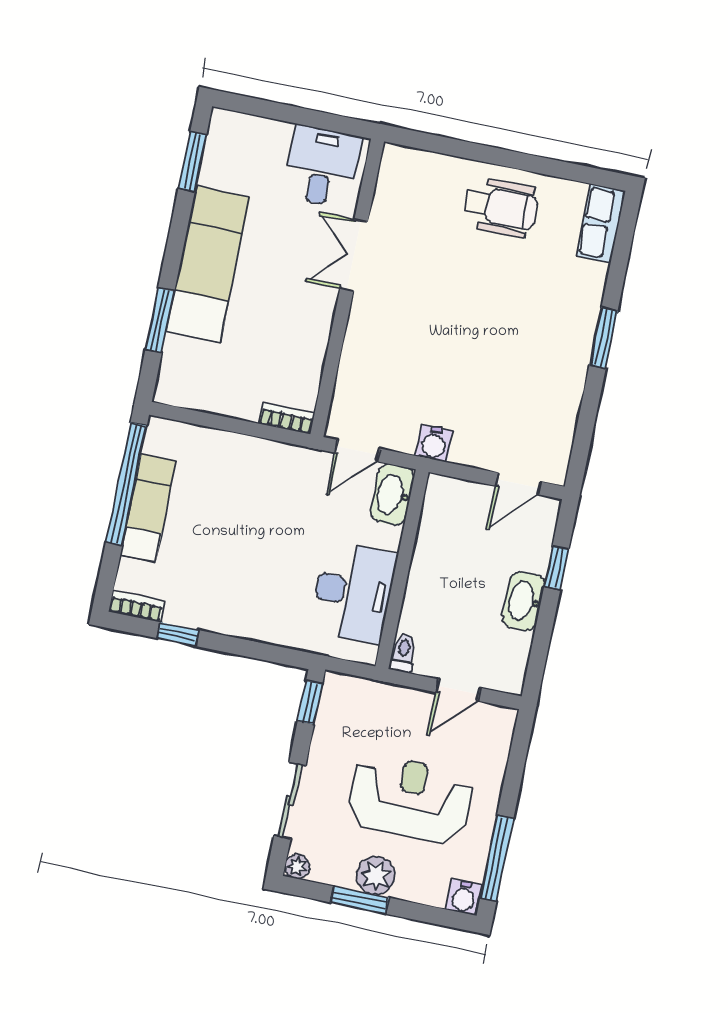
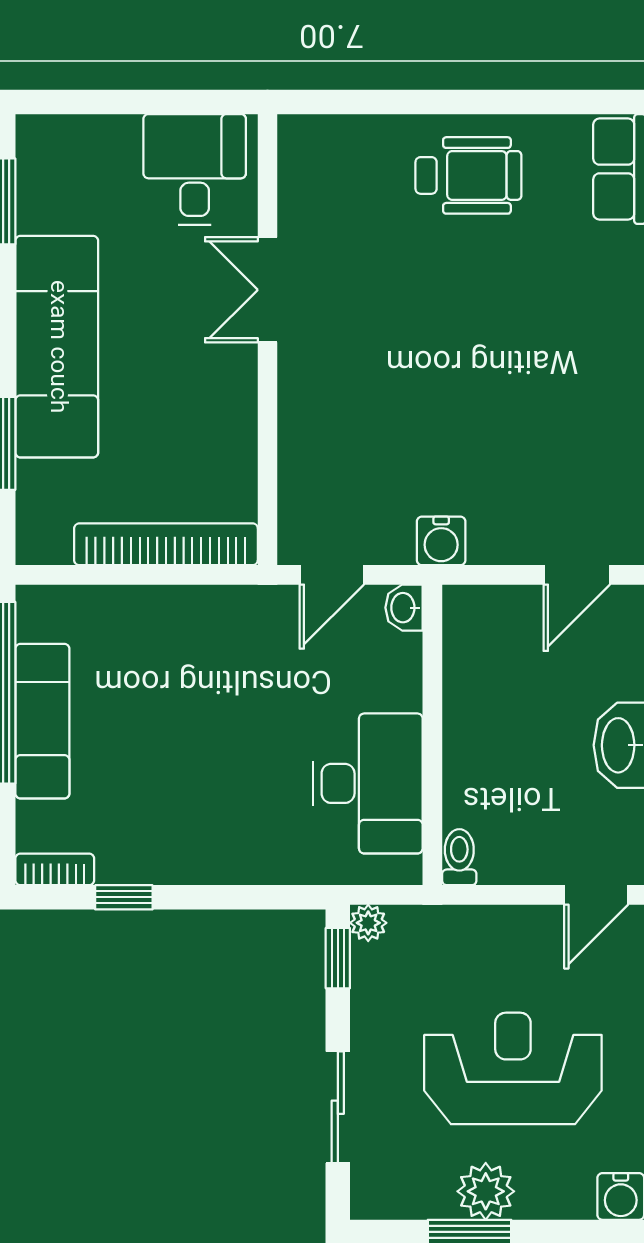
bookcase: (287, 419) -> (166, 544), width x2.31, depth x1.31
washbasin: (392, 495) -> (404, 608), width x0.52, depth x0.69
door: (458, 690) -> (596, 895), moved
plant: (297, 866) -> (368, 923), moved

